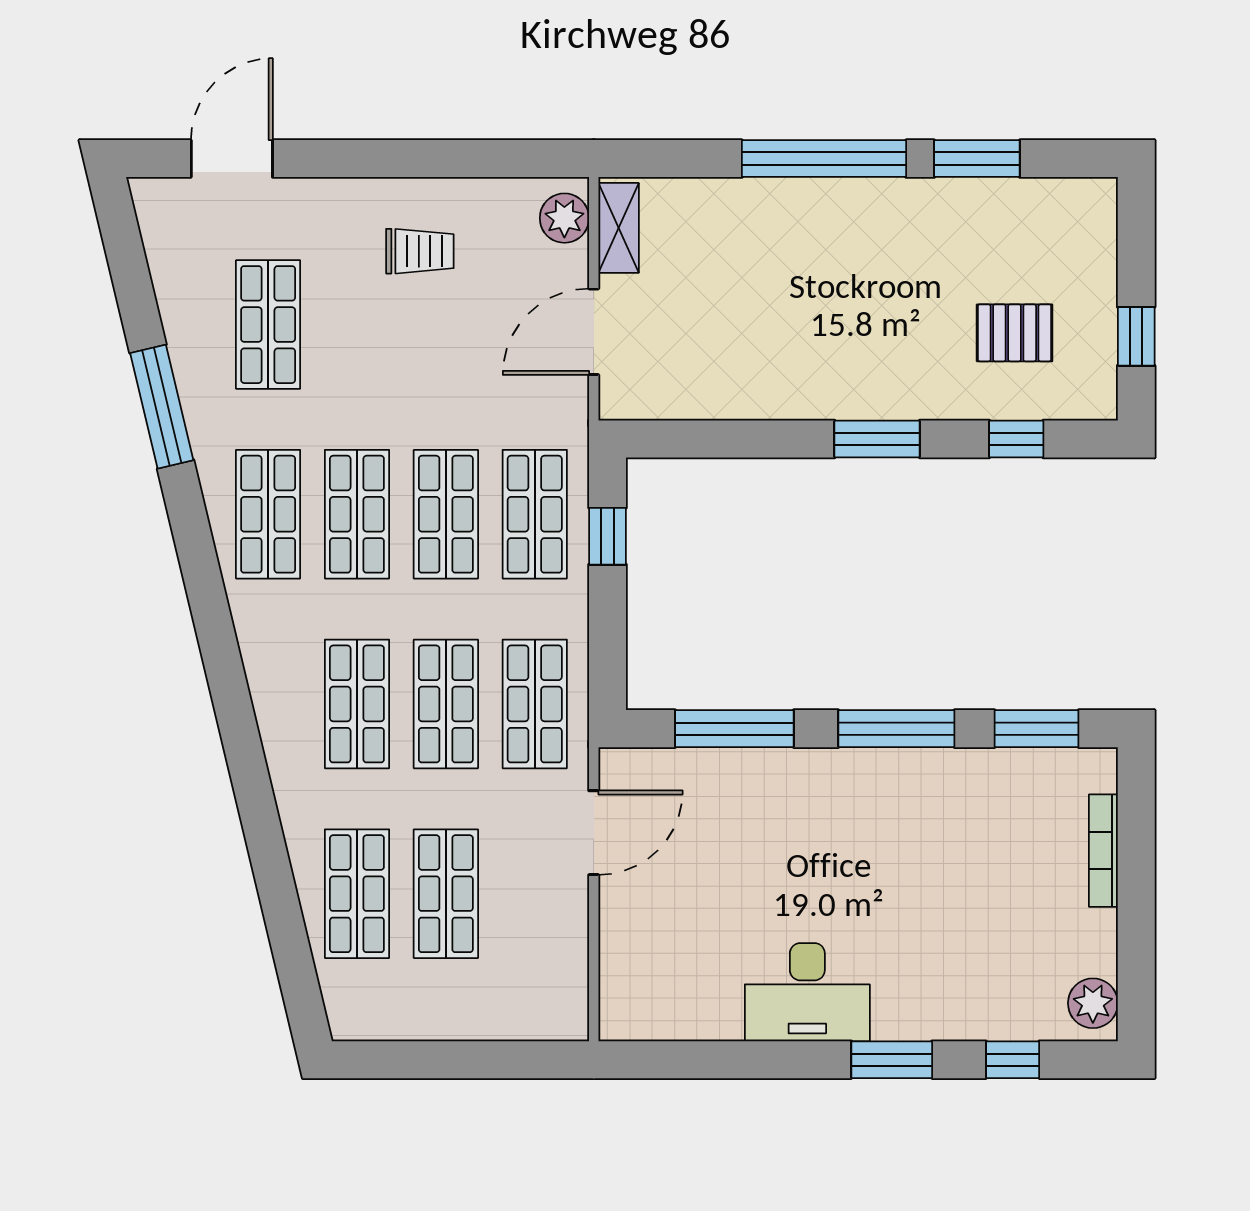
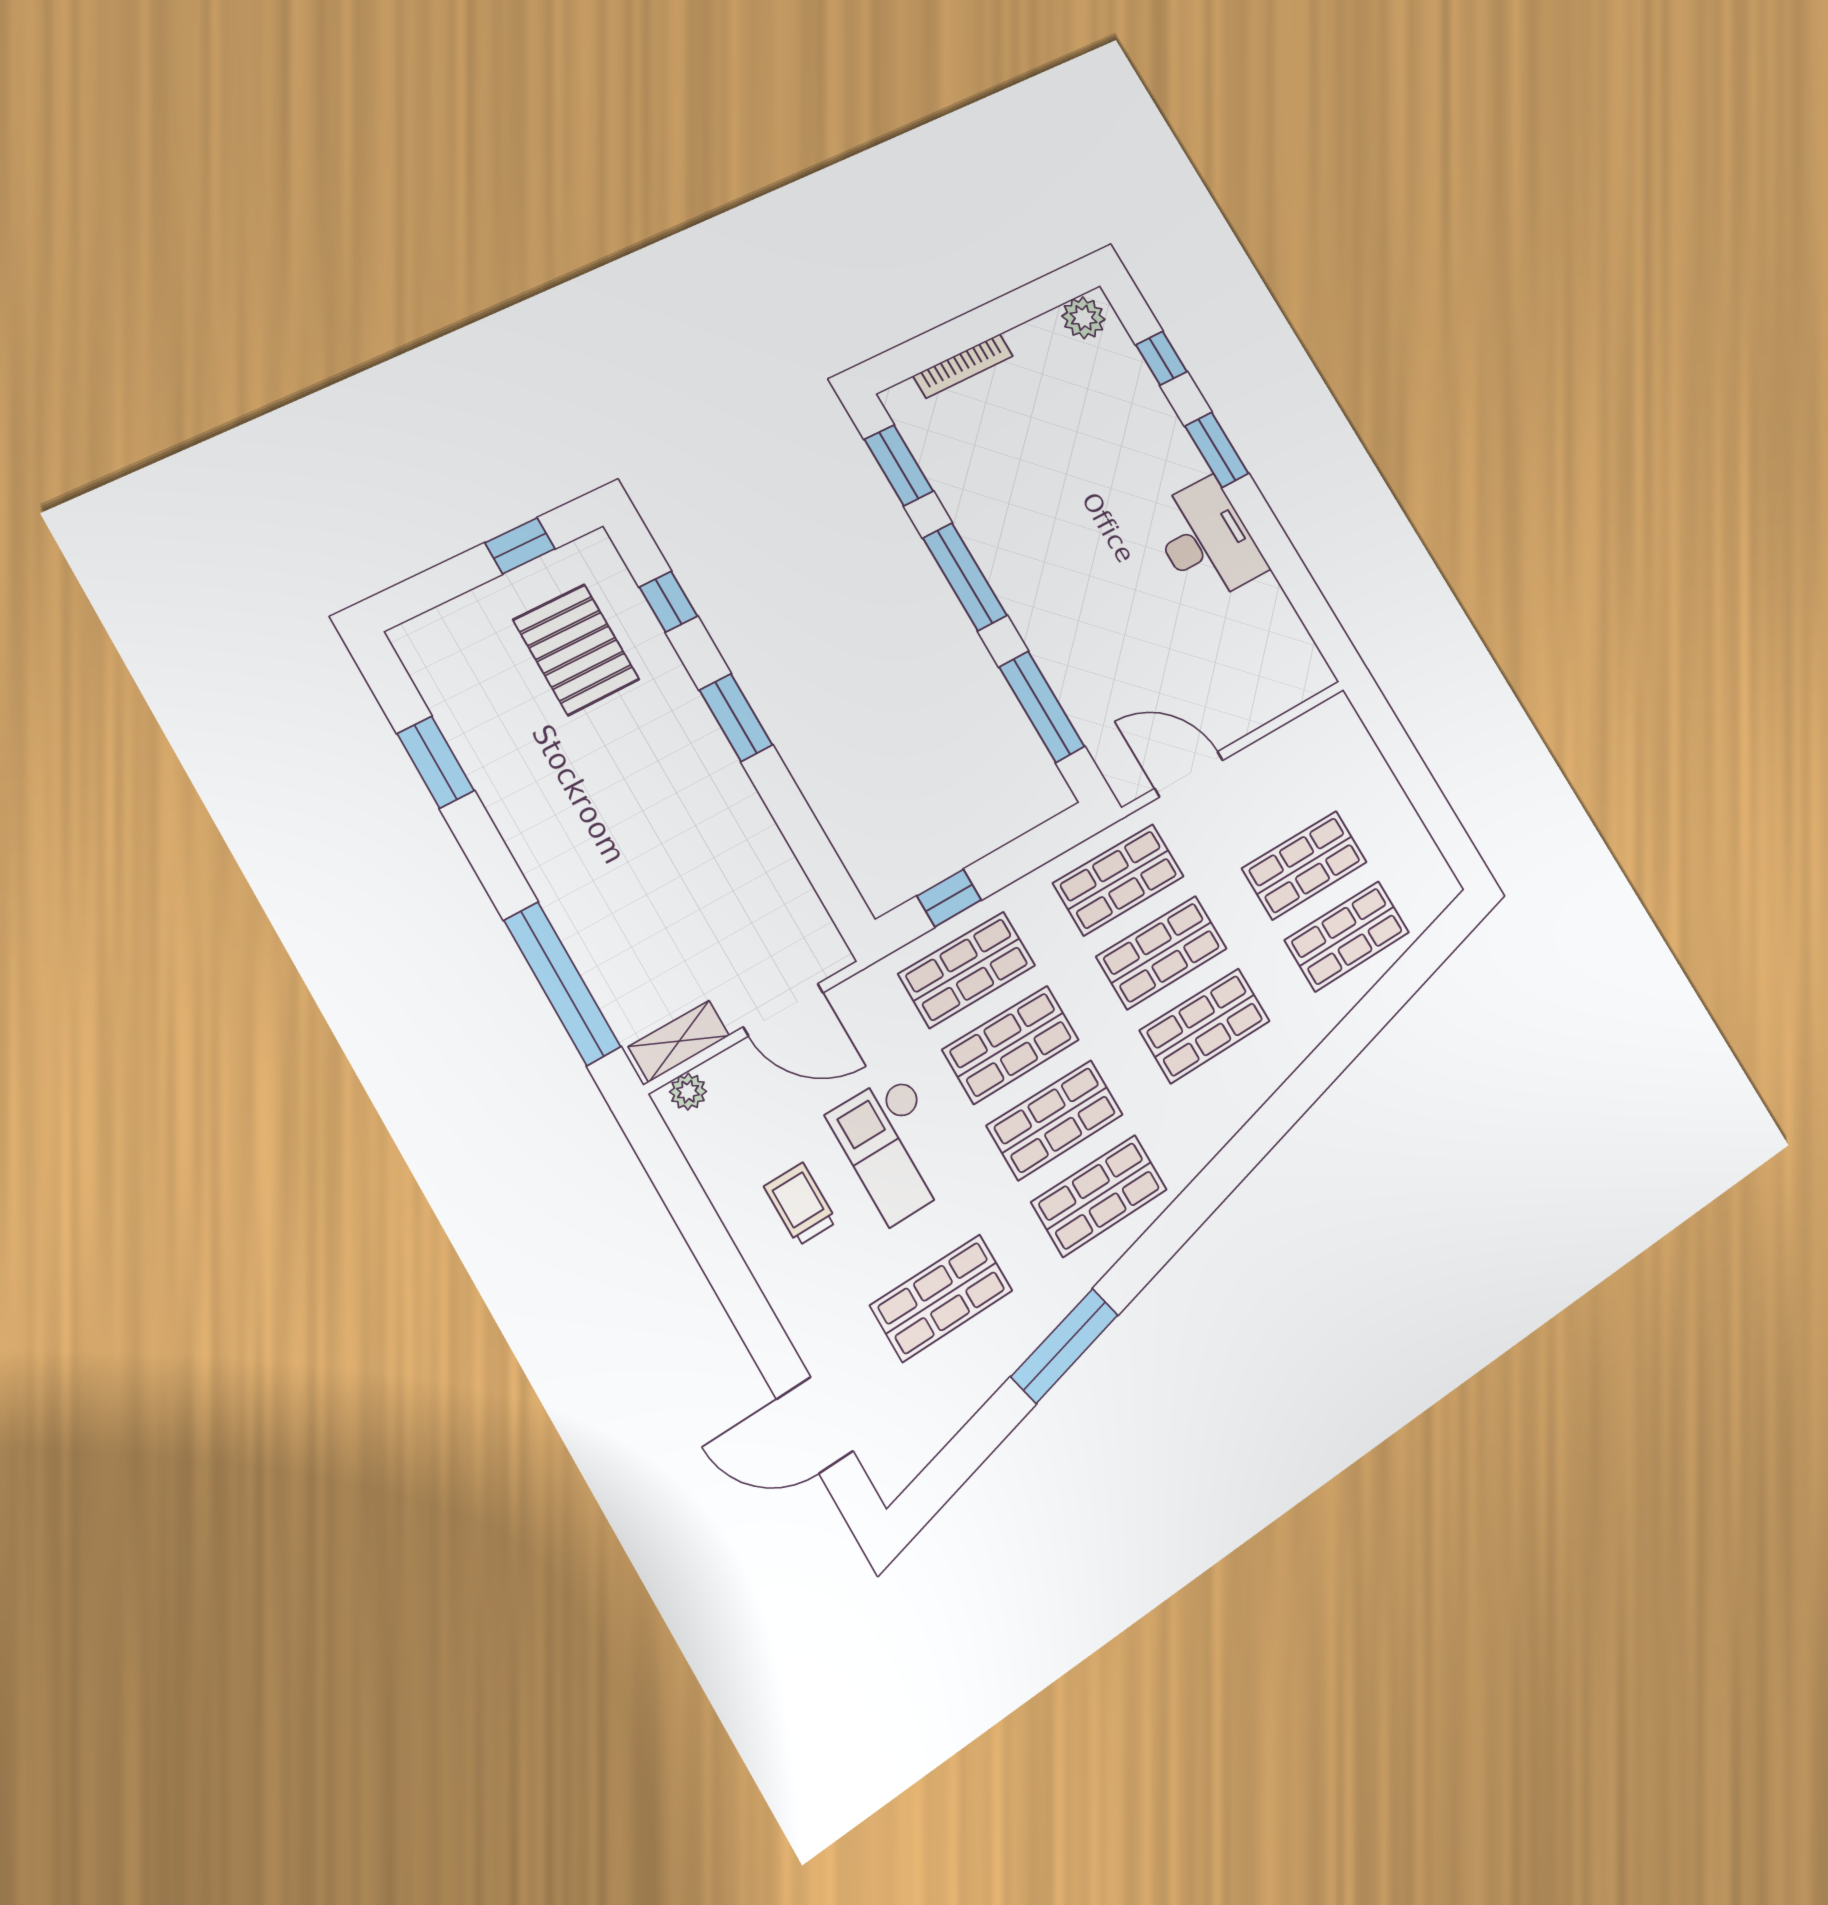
window: (824, 159) -> (562, 984), moved
plant: (564, 218) -> (688, 1092), width x0.73, depth x0.73
pallet: (1015, 333) -> (576, 650), width x1.50, depth x1.42
checkout: (418, 360) -> (896, 1148), added

